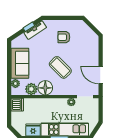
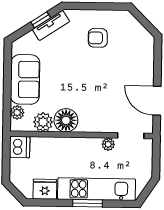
coffee table: (60, 67) -> (91, 87), removed

